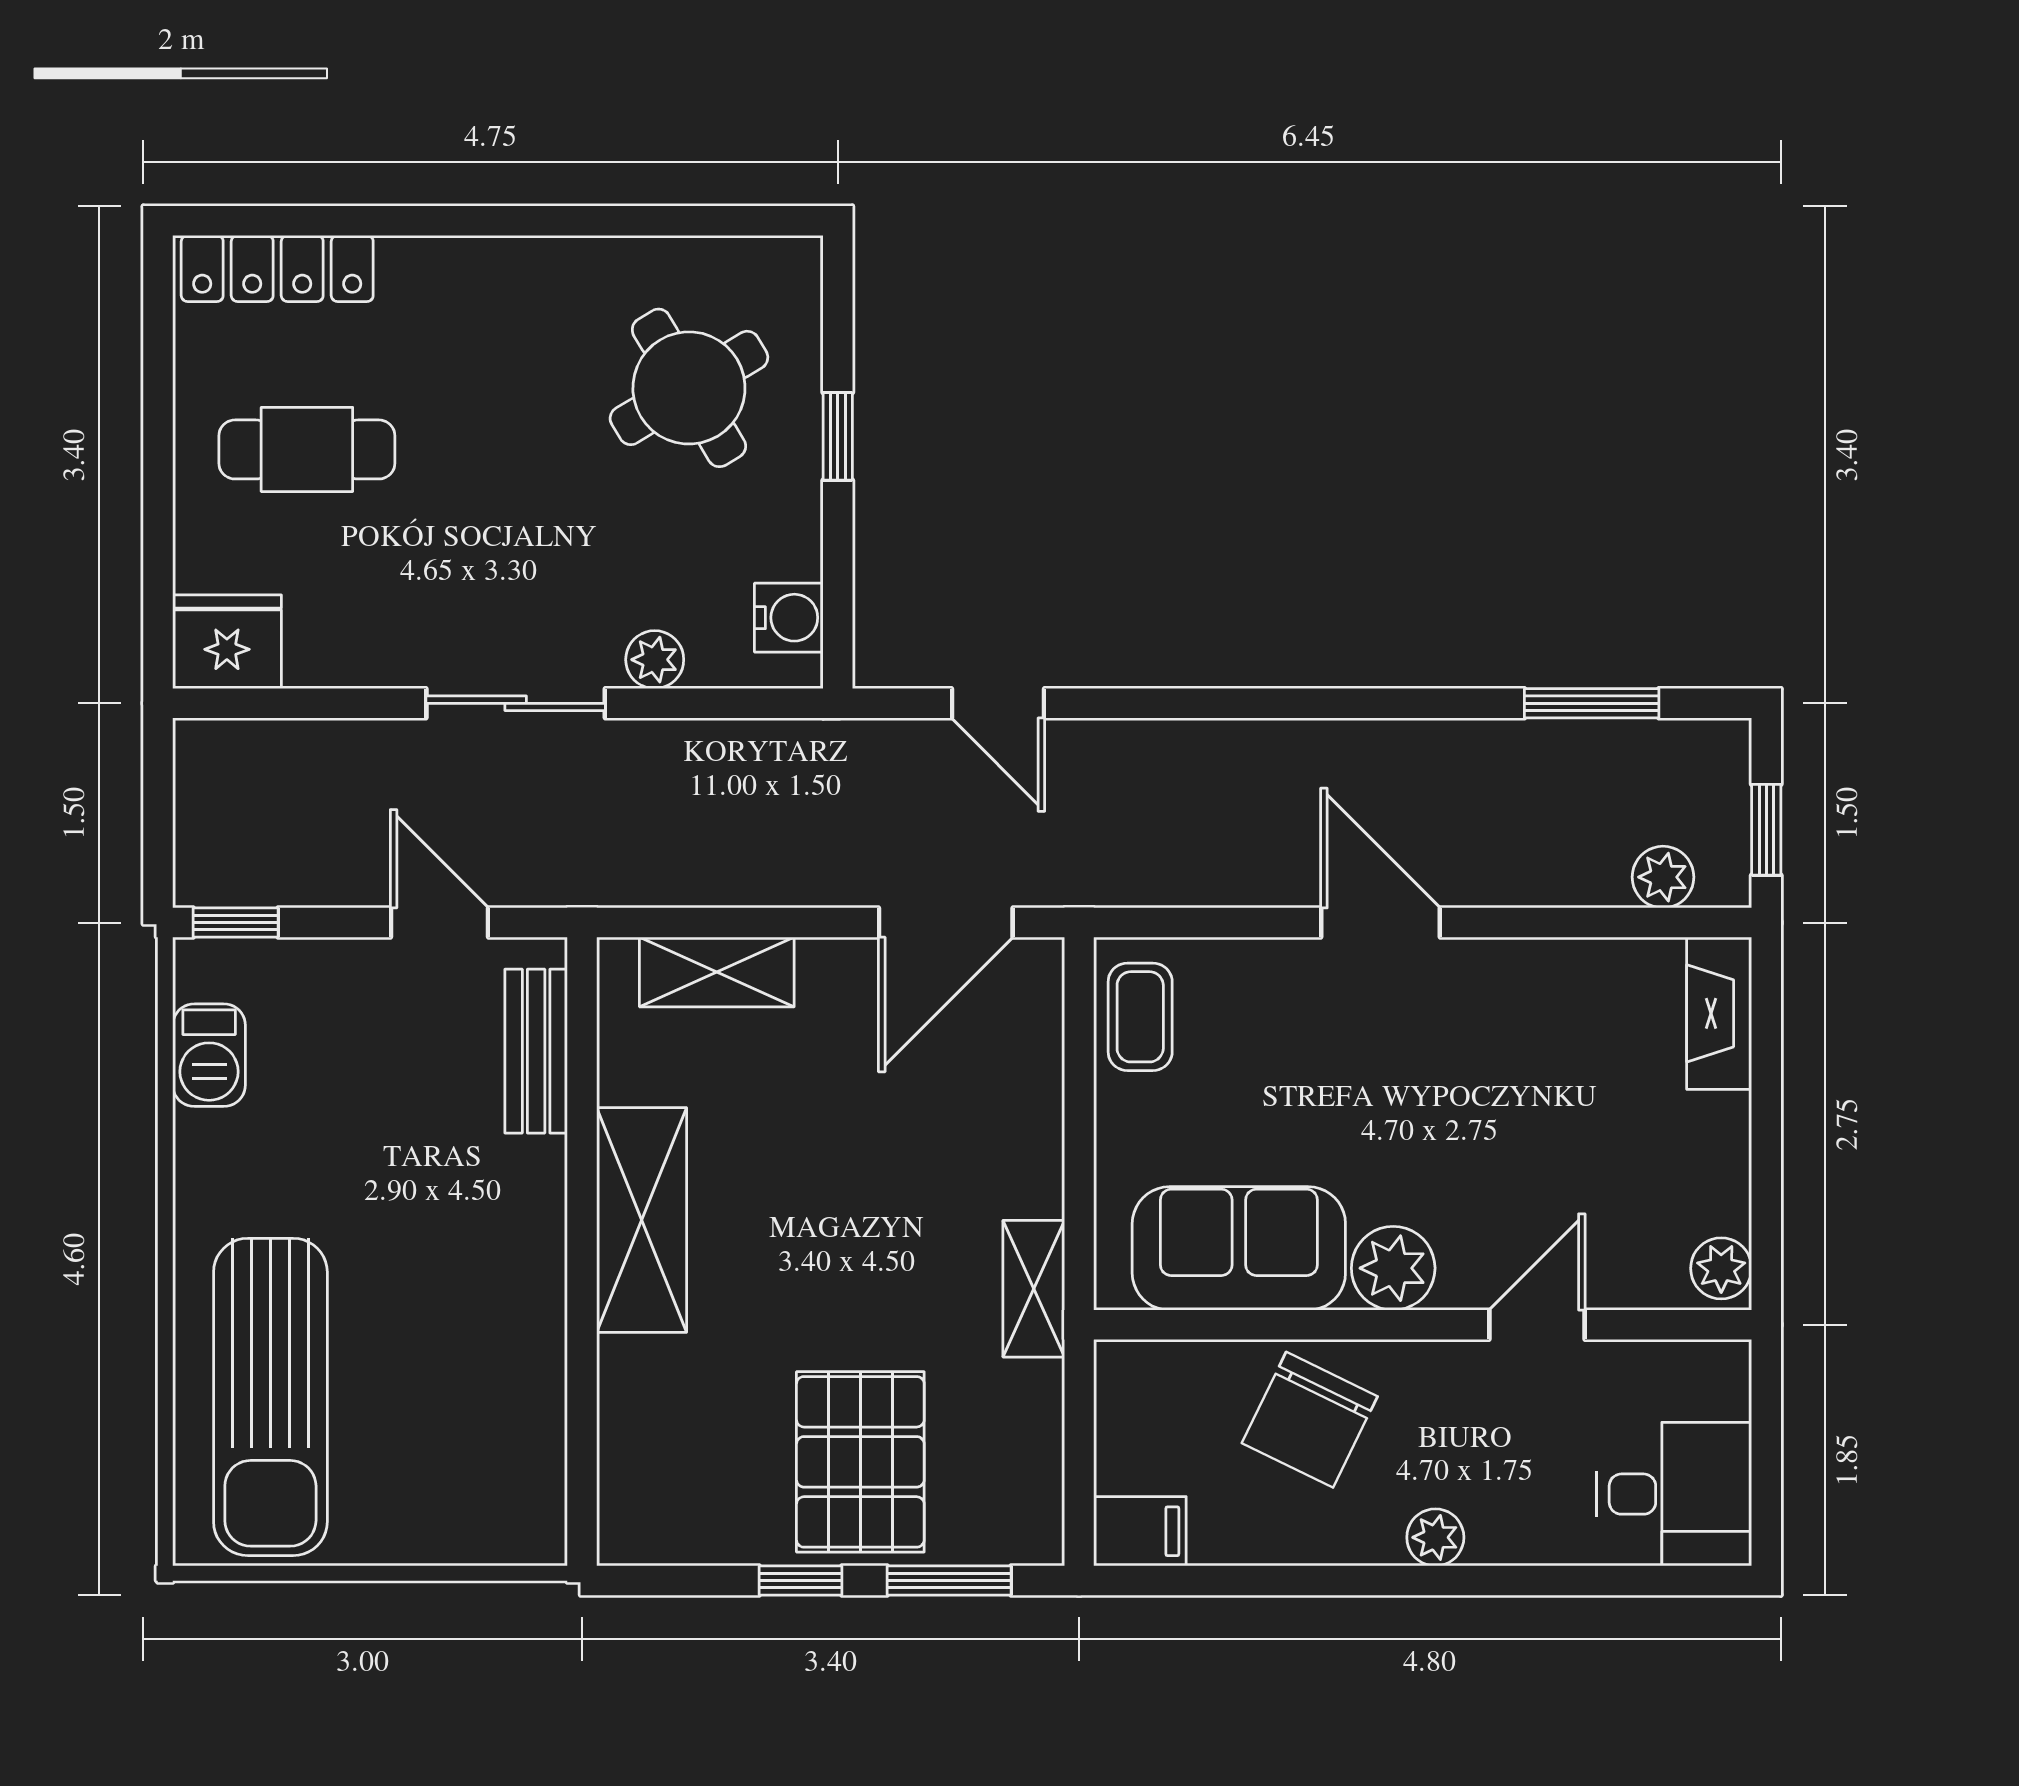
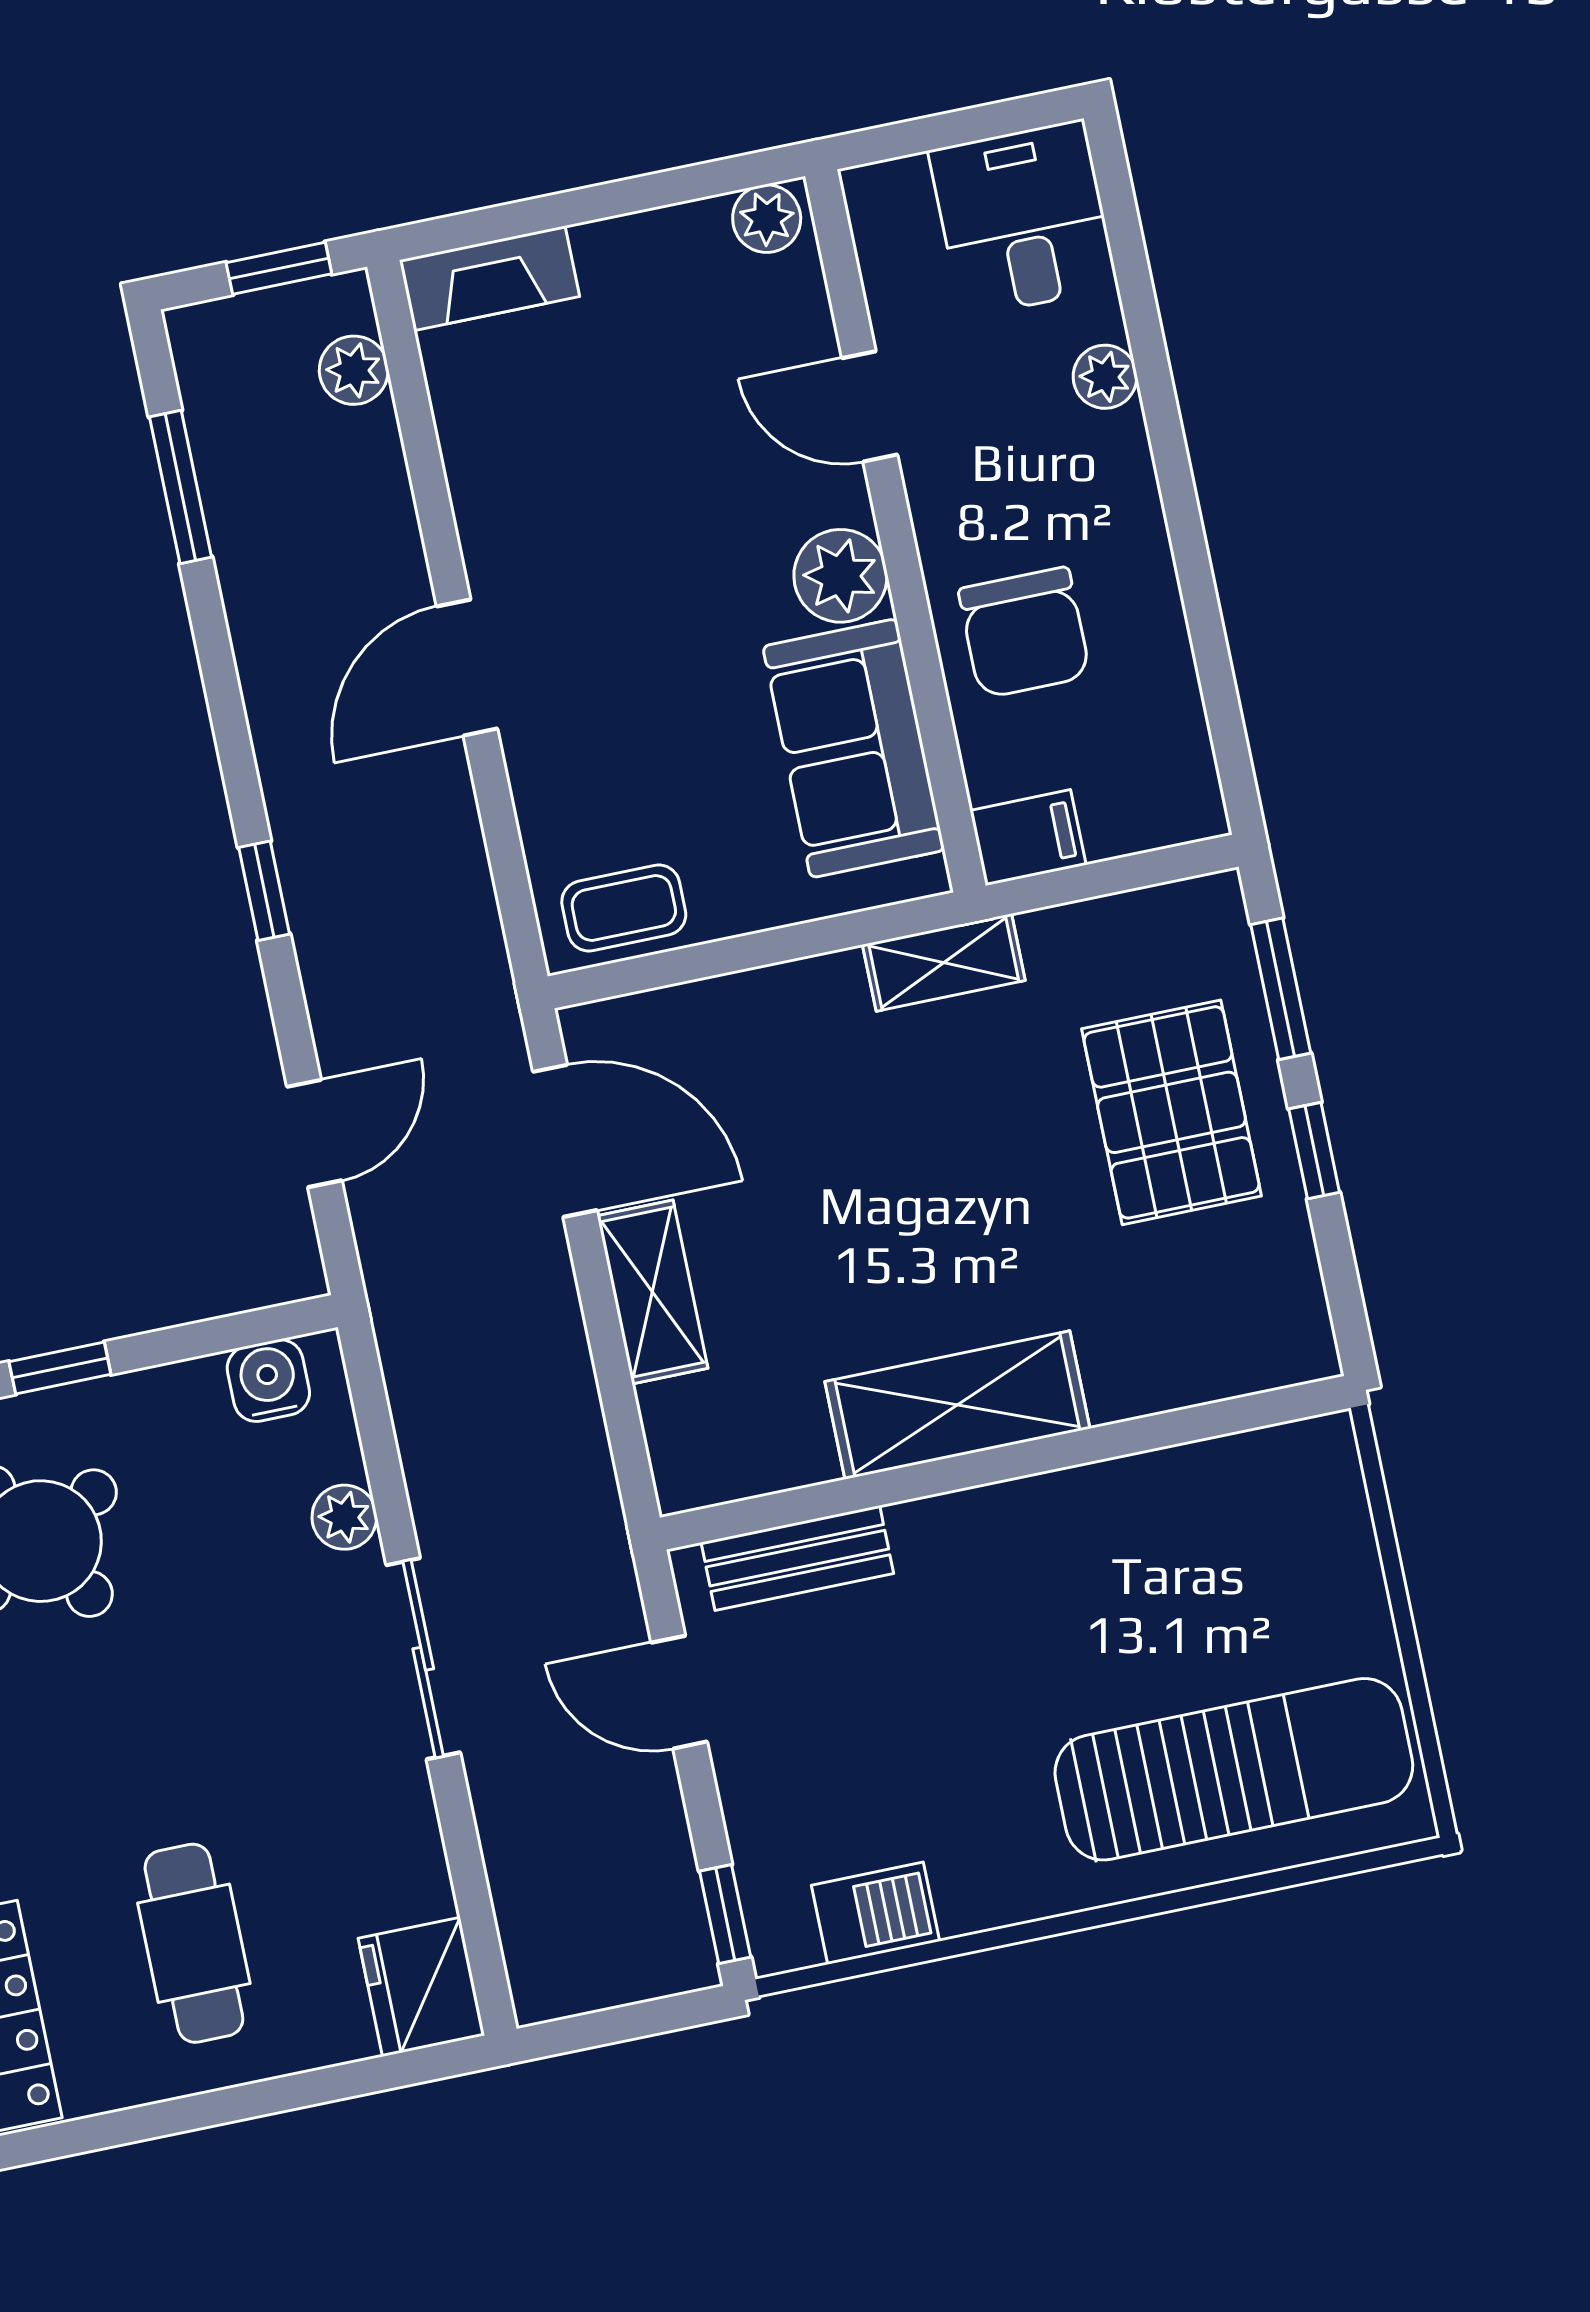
window: (1221, 703) -> (264, 891), added
door: (439, 923) -> (679, 1692), hinge flipped
shelving: (717, 972) -> (652, 1292), moved
chair: (1310, 1420) -> (1024, 633), turned 64
pallet: (860, 1462) -> (1172, 1112), turned 90
filing cabinet: (1140, 1531) -> (1028, 838), moved, turned 90
plant: (1435, 1537) -> (1105, 377), moved

